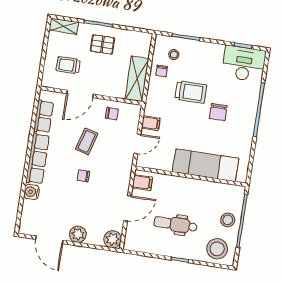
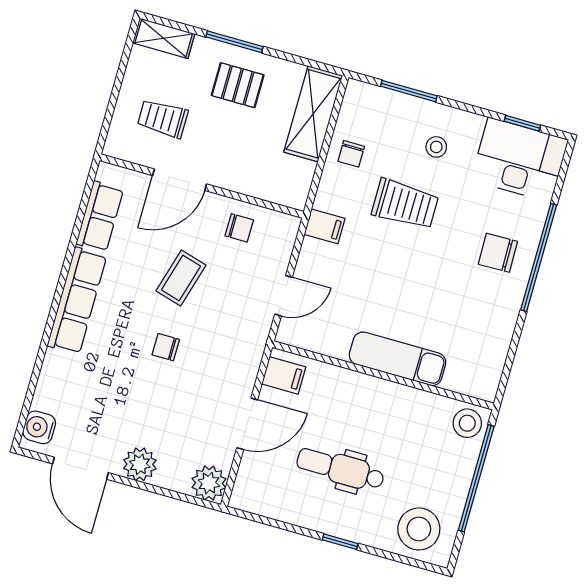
stool: (174, 55) -> (436, 147), moved
shelving: (137, 79) -> (313, 114), moved
chair: (218, 112) -> (498, 253), moved, turned 89
filing cabinet: (151, 123) -> (325, 226), moved
exam couch: (205, 165) -> (398, 359), width x0.73, depth x0.69
water cooler: (32, 192) -> (39, 427), moved
stool: (228, 220) -> (467, 423), moved

